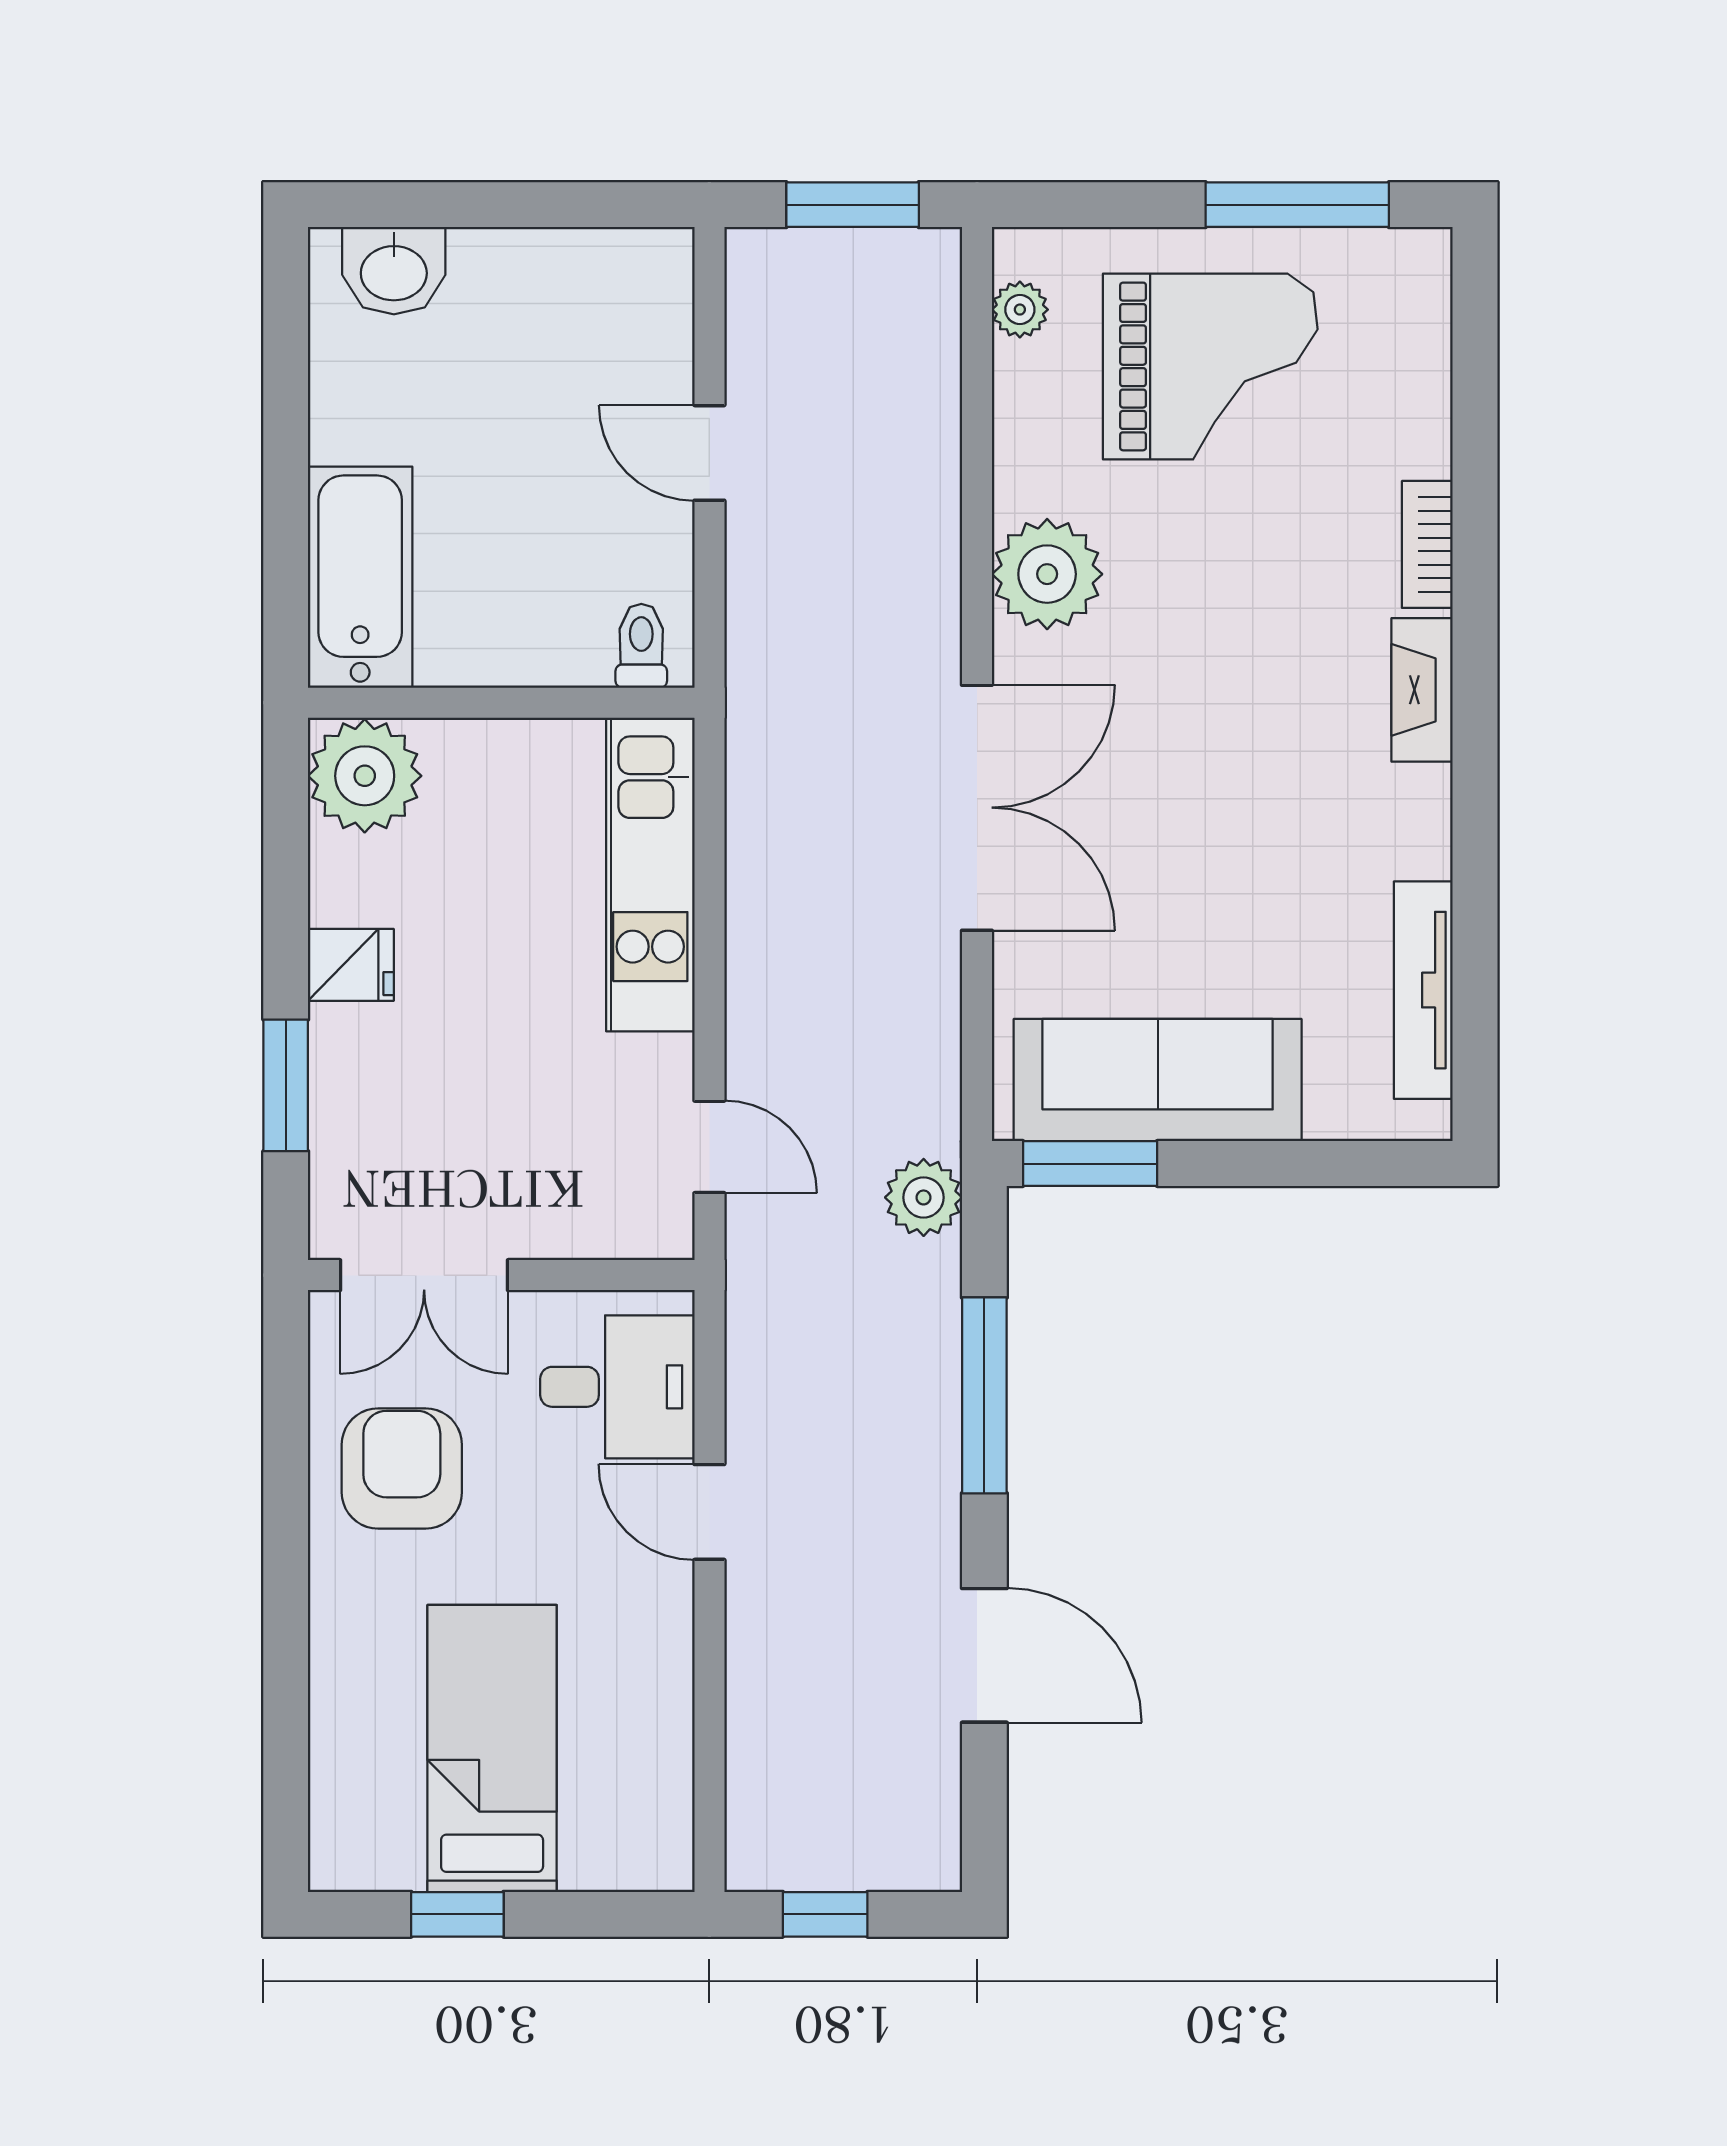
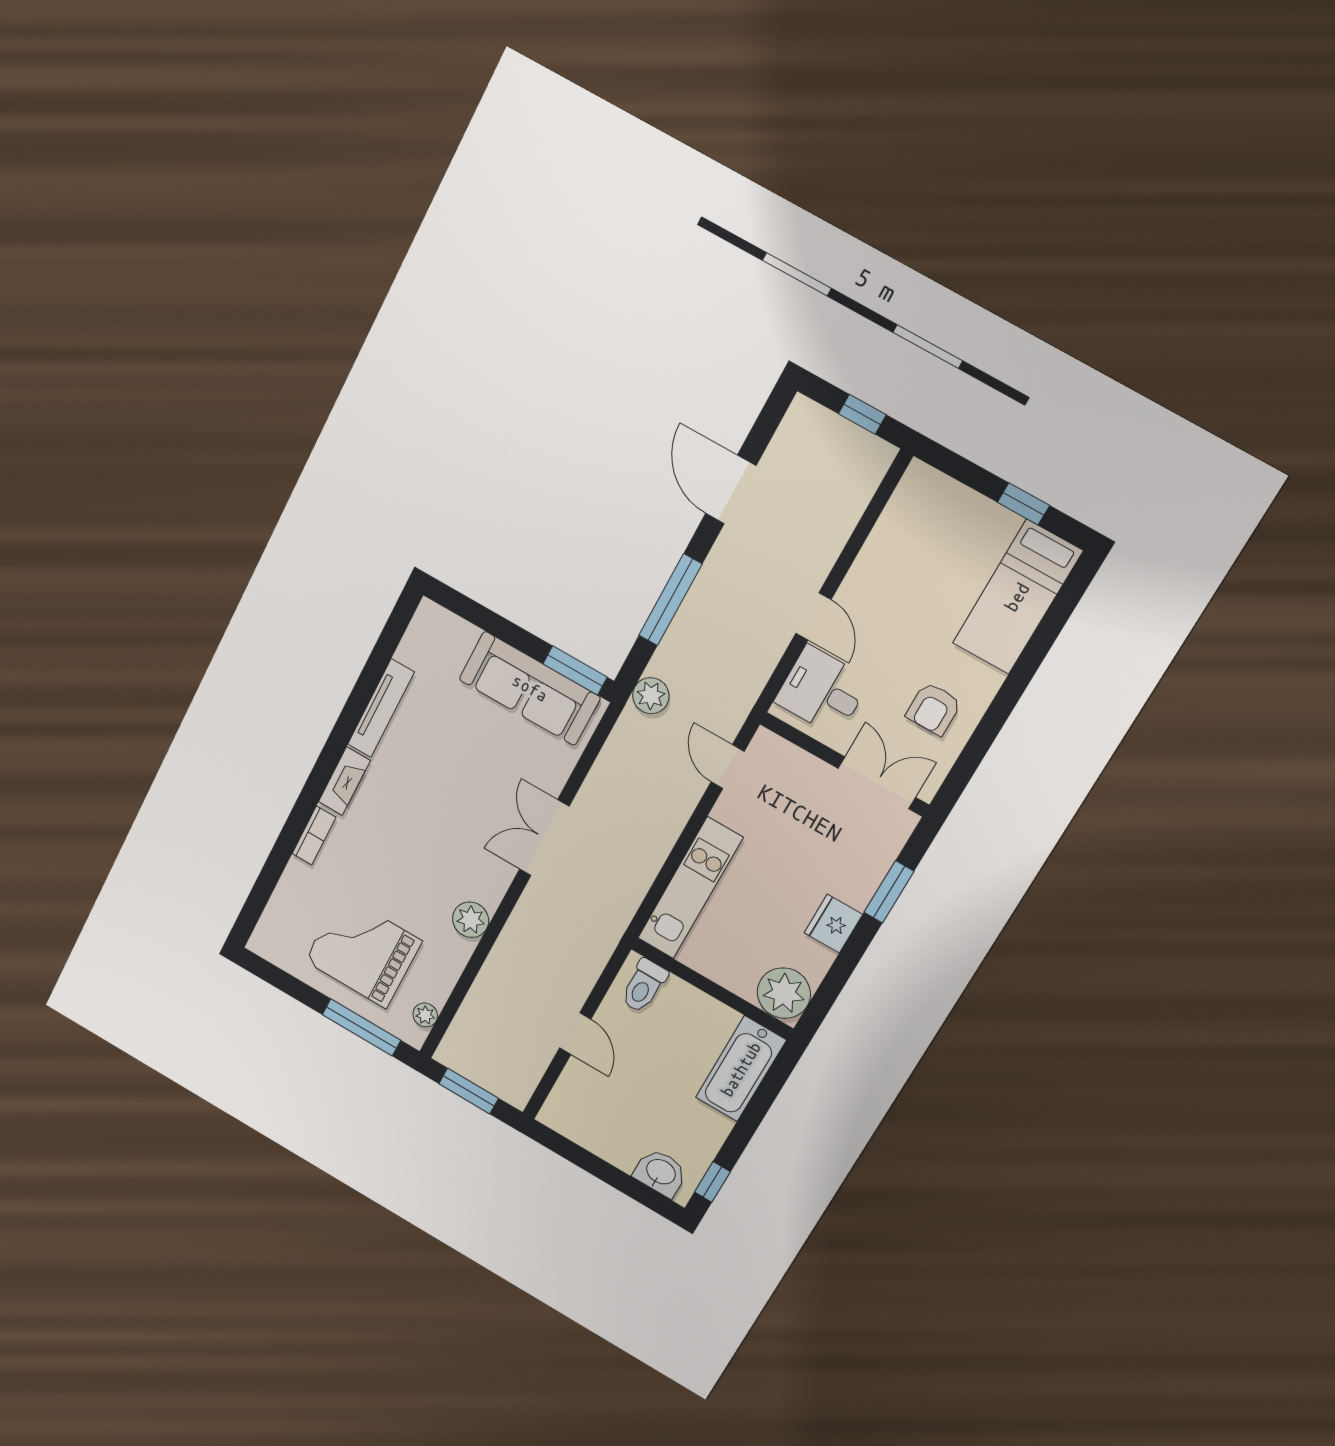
window: (1297, 205) -> (361, 1027), moved
window: (286, 315) -> (712, 1182), added
plant: (1047, 574) -> (471, 920), width x0.73, depth x0.73
toilet: (641, 646) -> (644, 986), width x1.37, depth x1.39
double door: (977, 808) -> (544, 838), width x0.73
fridge: (351, 965) -> (833, 924), width x1.38
tv unit: (1423, 990) -> (381, 708), moved
armchair: (402, 1468) -> (934, 709), width x0.72, depth x0.72
bed: (492, 1748) -> (1017, 597), moved

